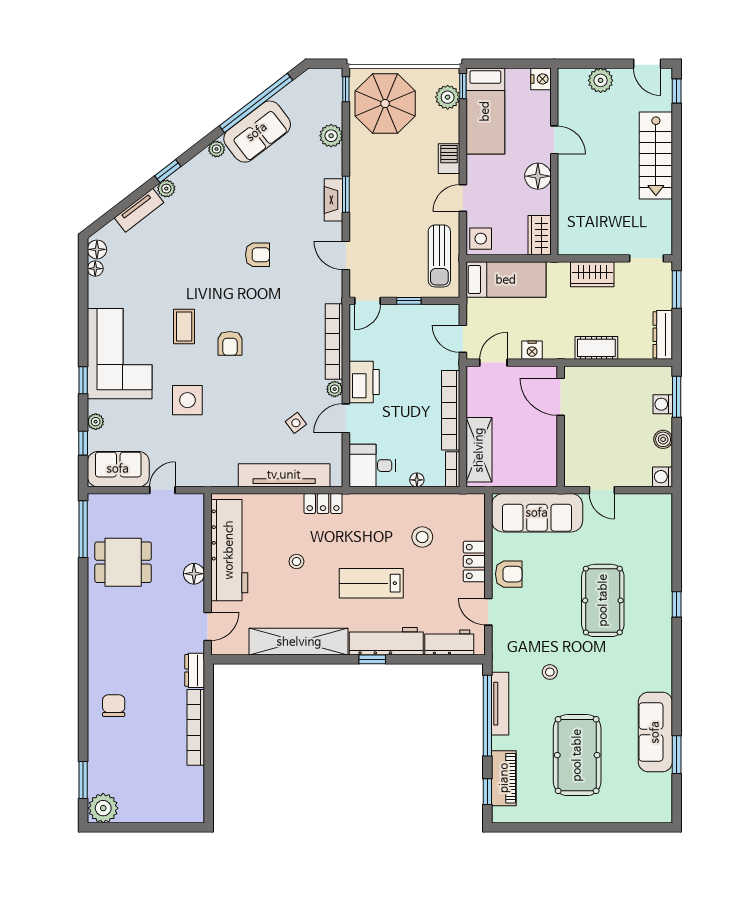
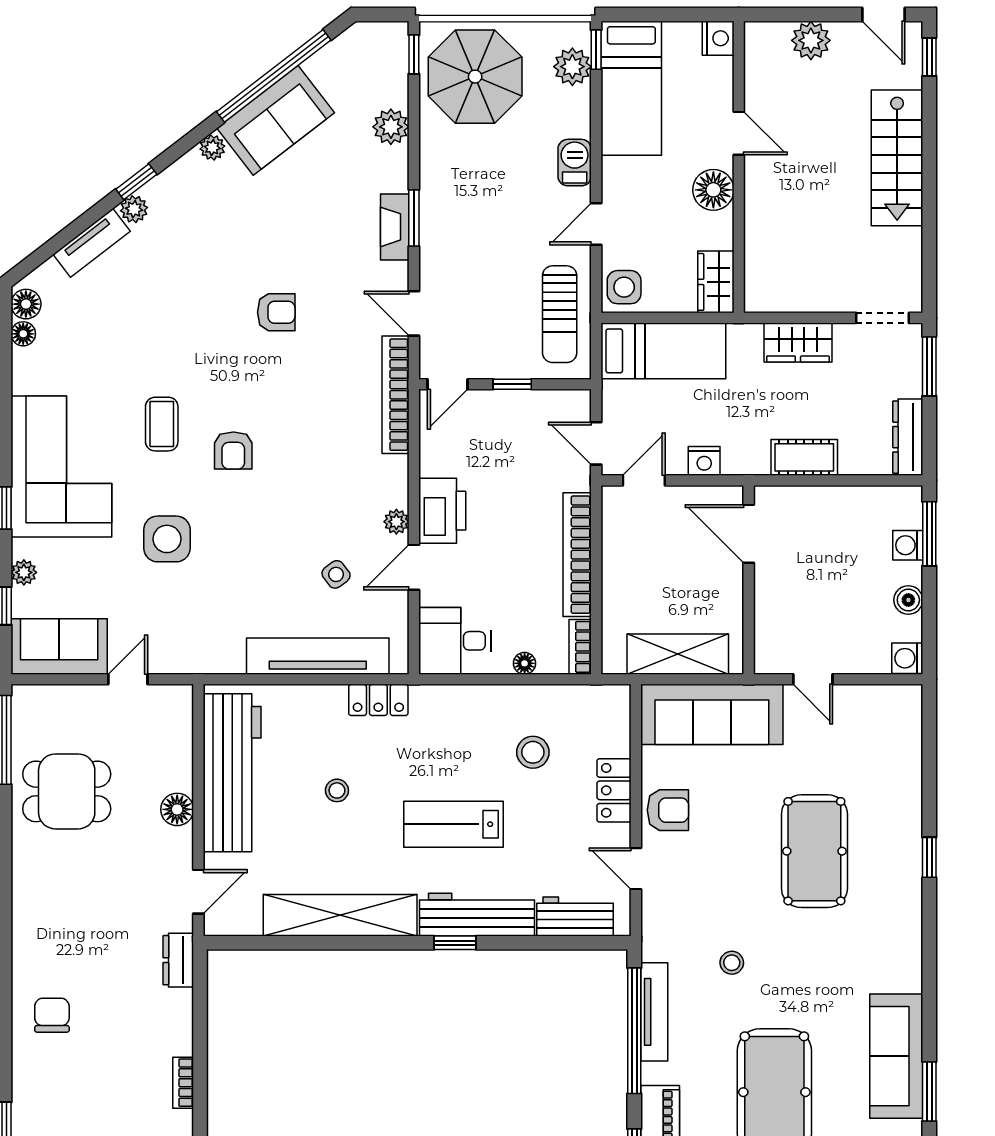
bookcase: (334, 342) -> (395, 395), moved
shelving: (479, 450) -> (678, 654), moved, turned 90
bookcase: (196, 727) -> (183, 1083), width x0.43, depth x0.76

